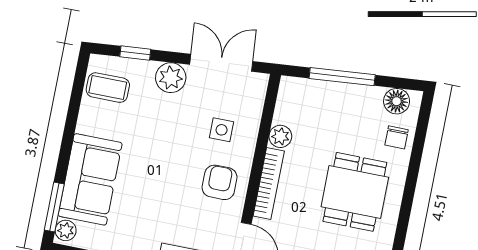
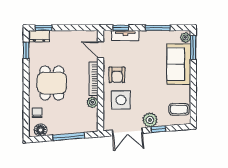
window: (135, 53) -> (158, 129), moved
side table: (222, 130) -> (121, 100), width x1.87, depth x1.87

